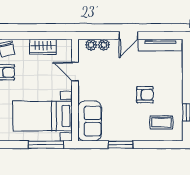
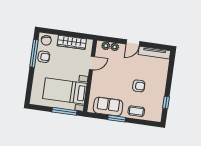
wardrobe: (43, 47) -> (72, 42), width x1.50
door: (75, 72) -> (92, 63), swing flipped
sofa: (90, 121) -> (108, 106), moved, turned -90
coffee table: (161, 122) -> (136, 111), moved

